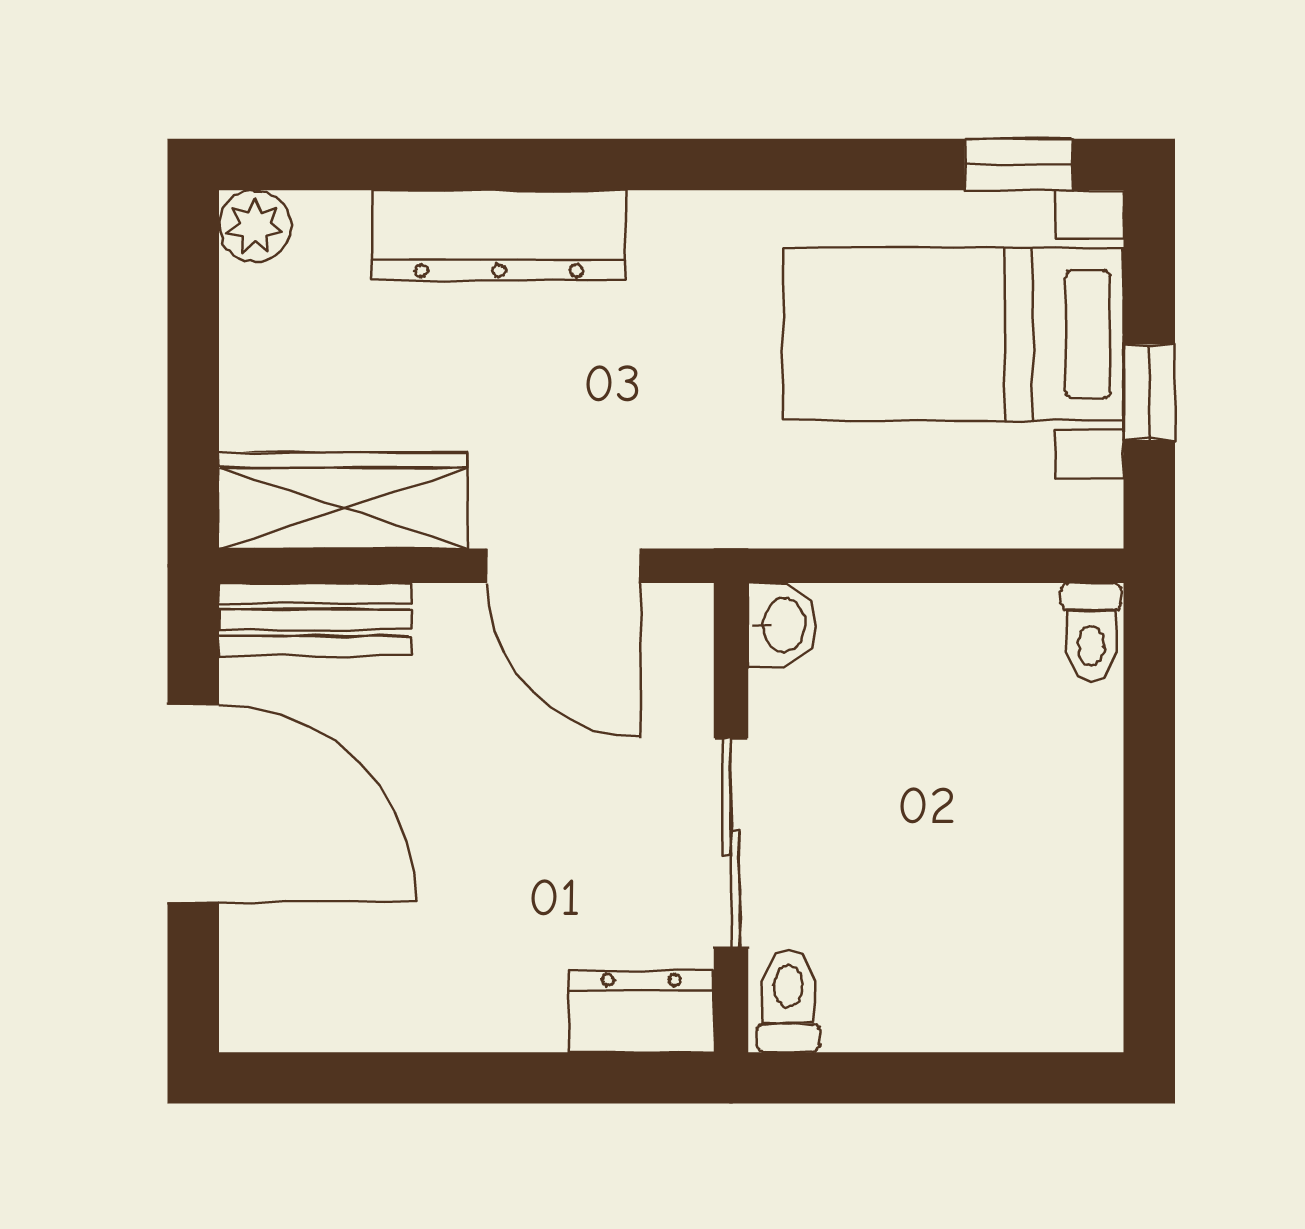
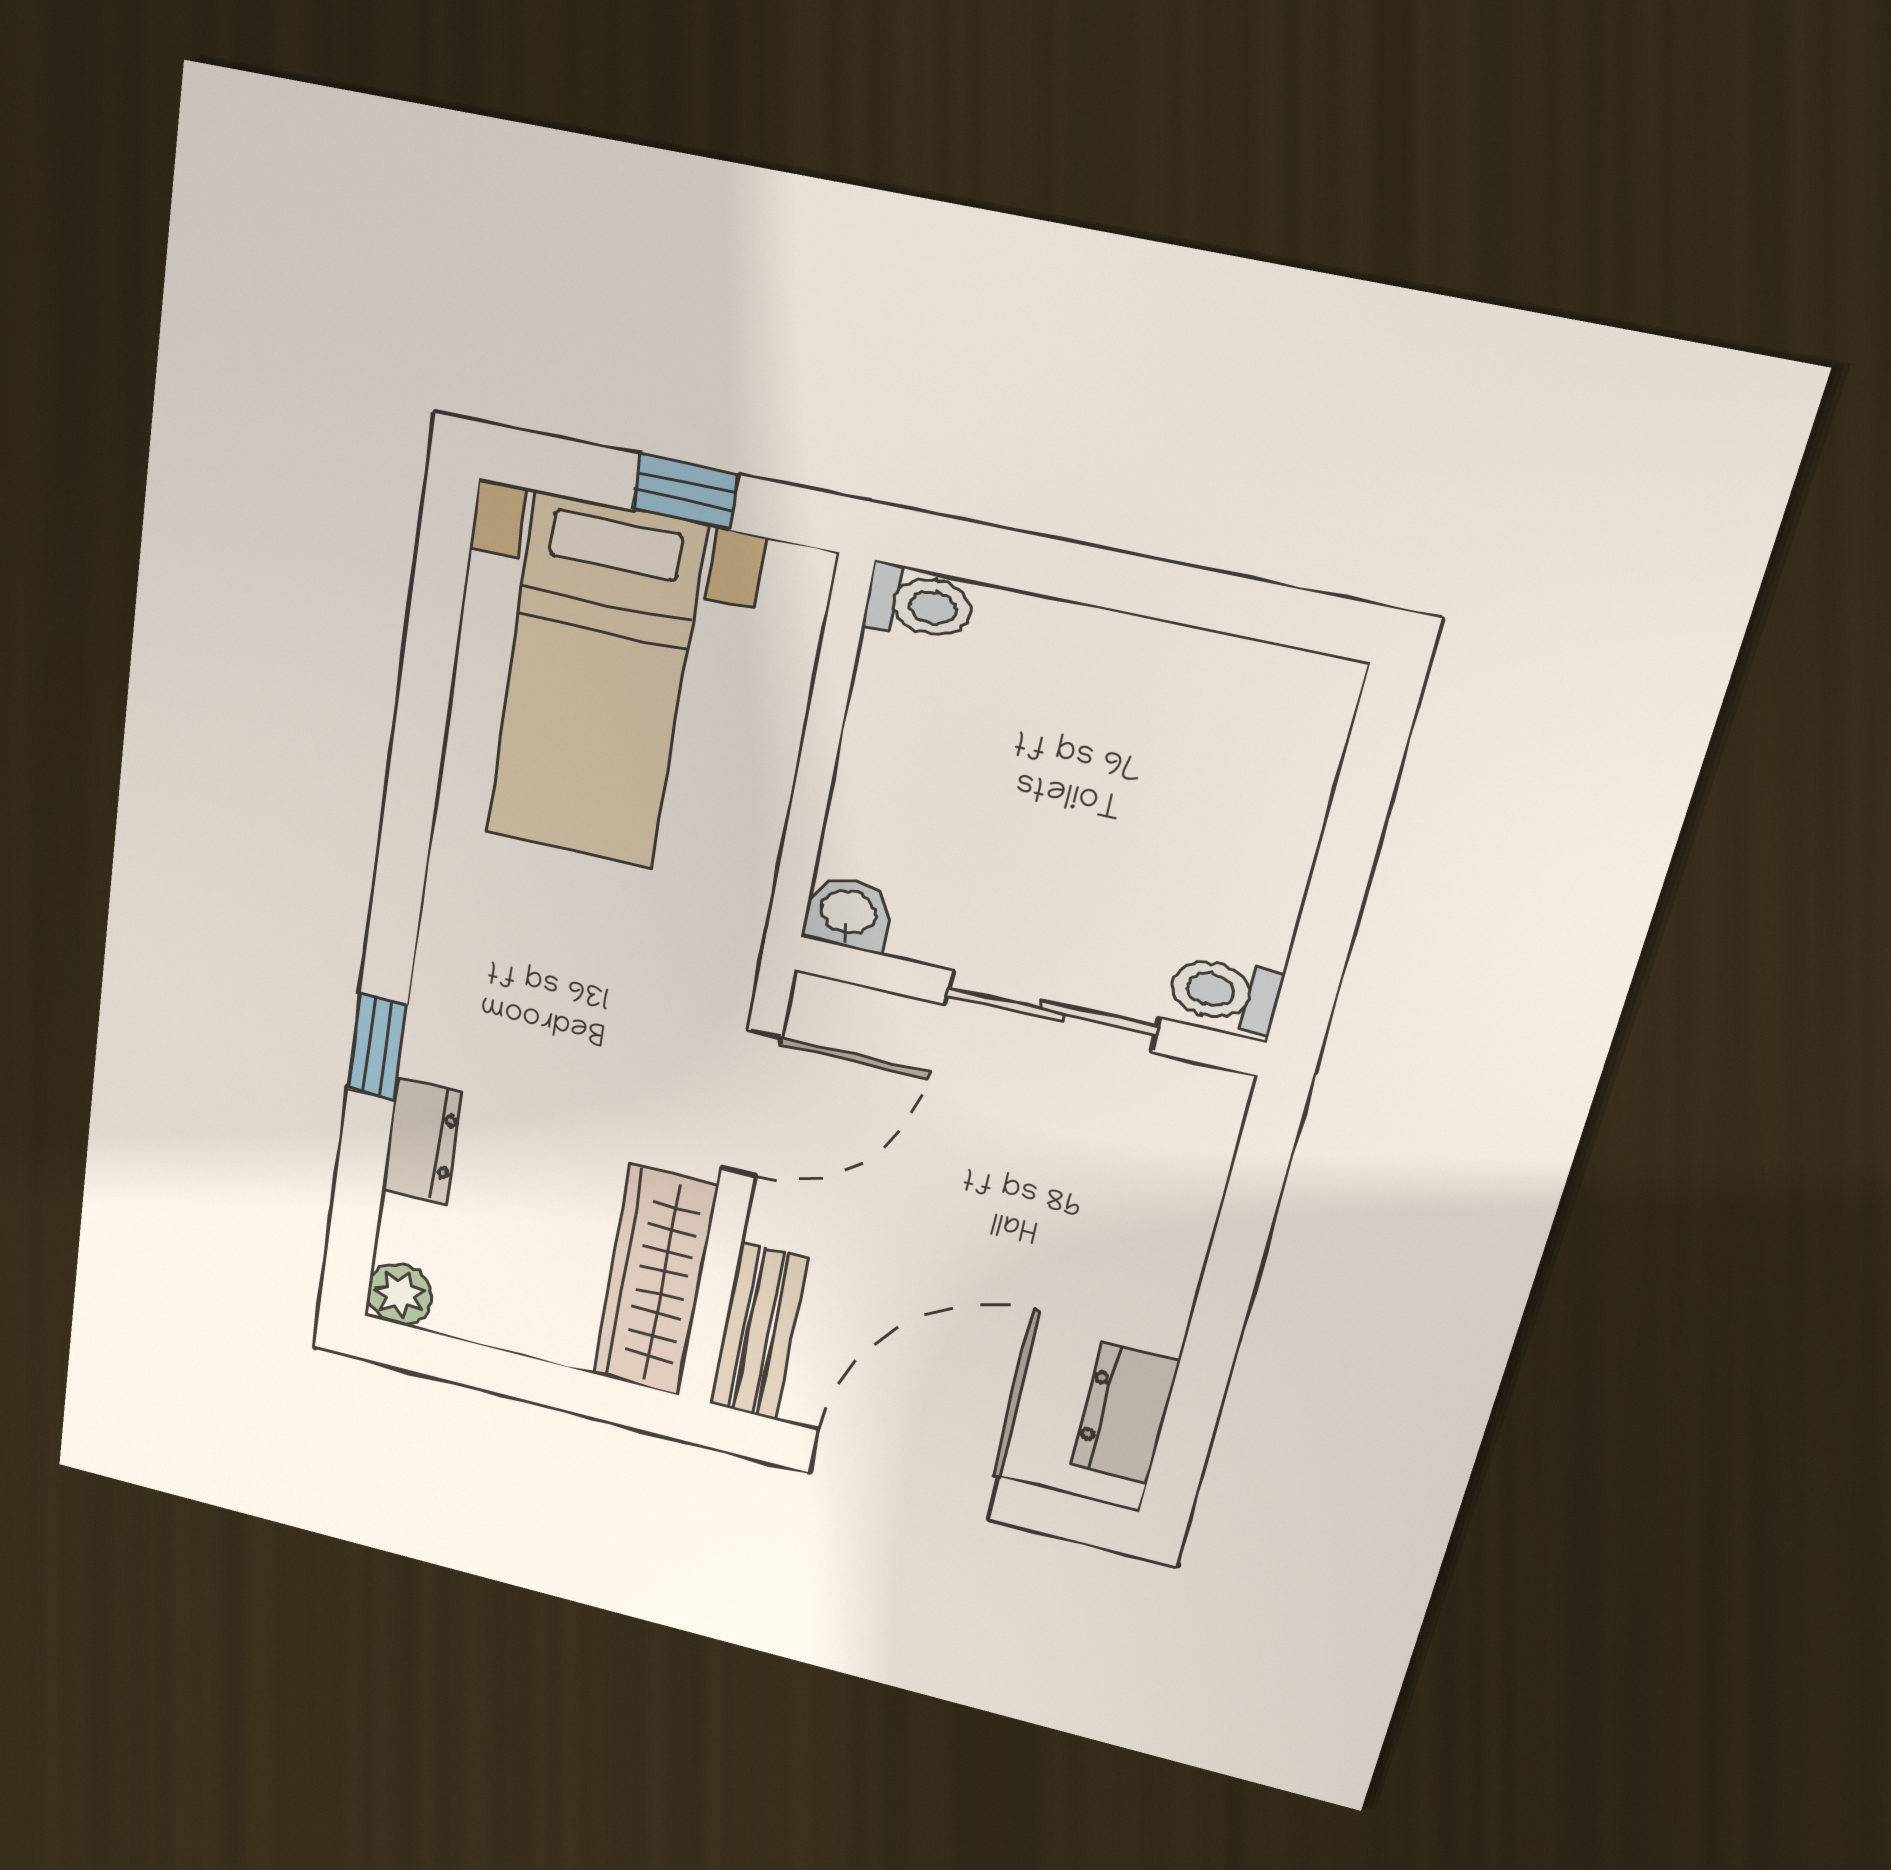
window: (1019, 165) -> (378, 1047), moved
dresser: (499, 235) -> (422, 1141), width x0.51, depth x0.80
dresser: (641, 1011) -> (1125, 1413), moved

